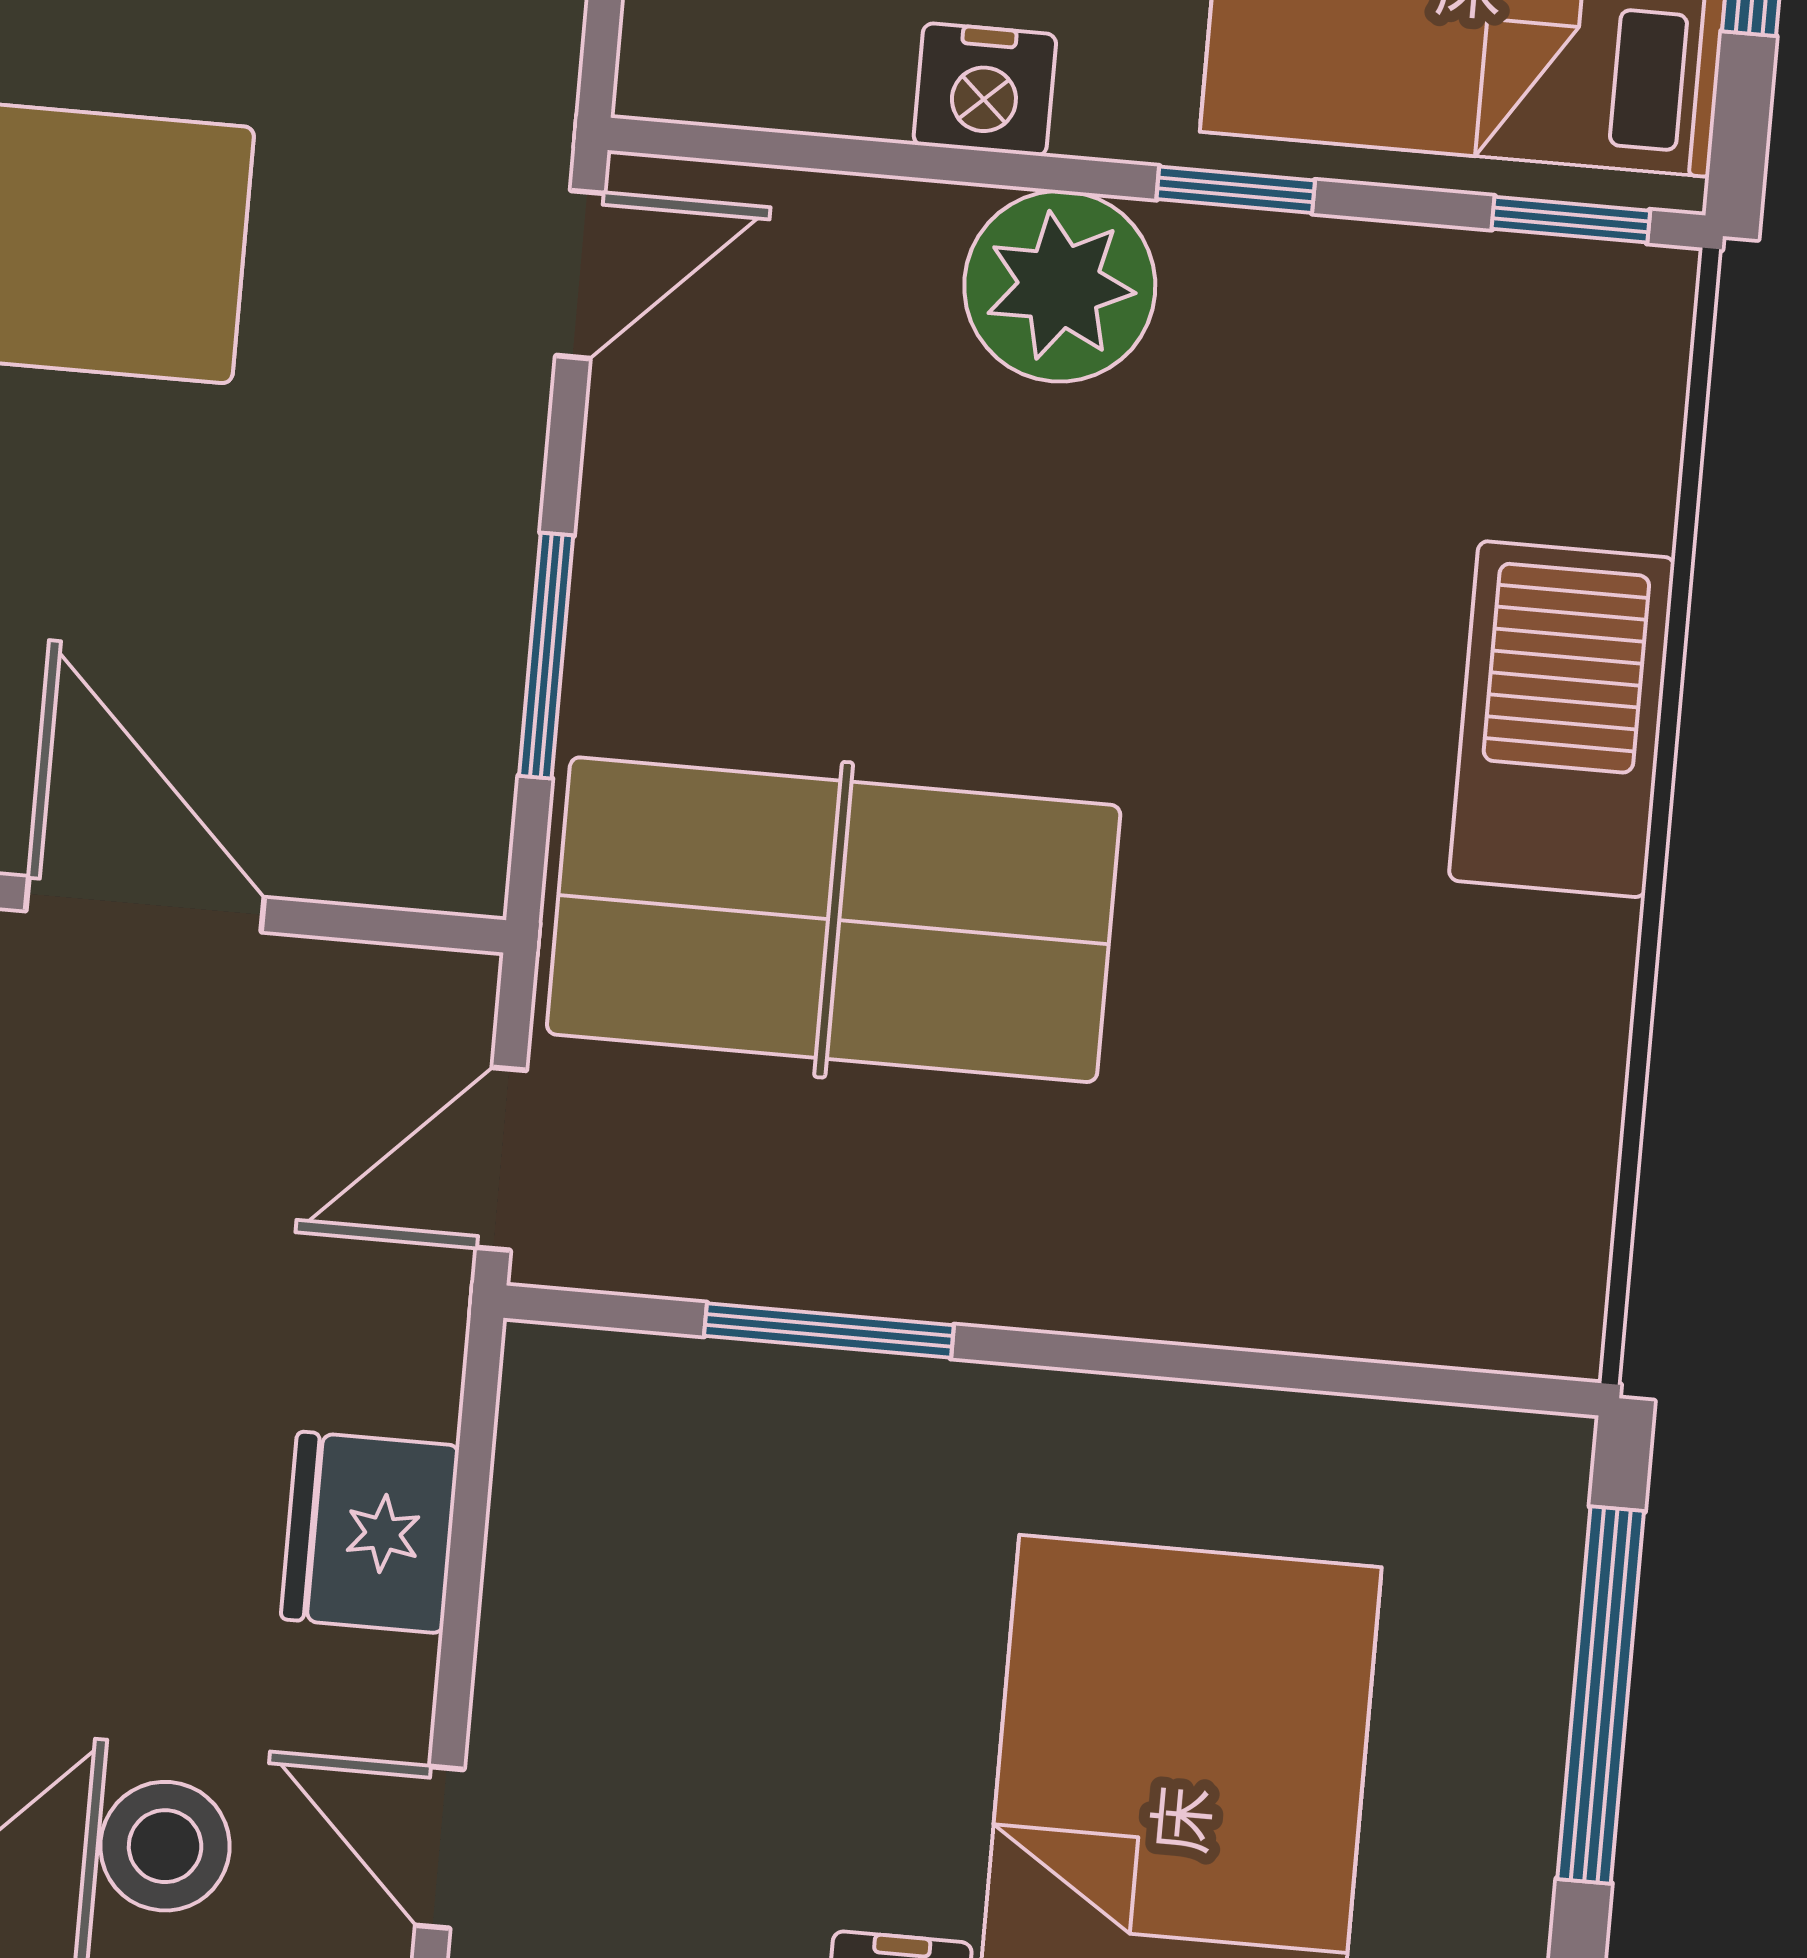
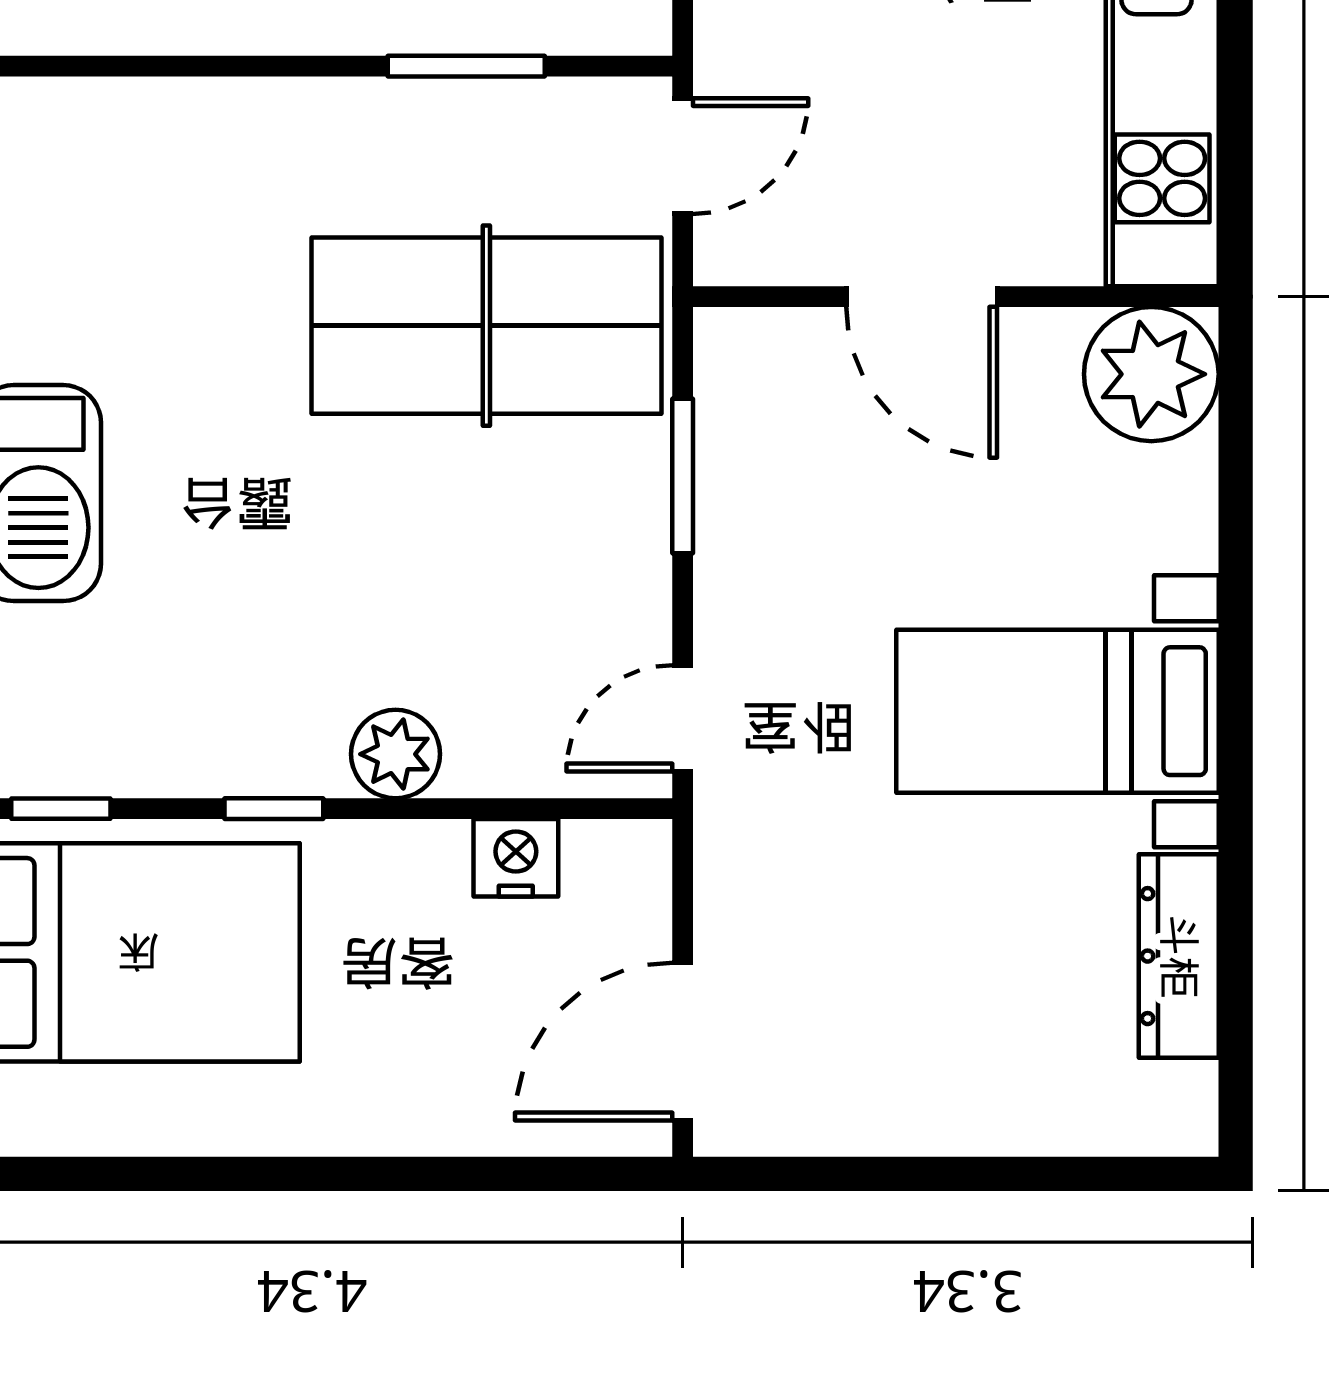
nightstand: (985, 90) -> (516, 858), moved
plant: (1060, 286) -> (396, 754), width x0.73, depth x0.73

